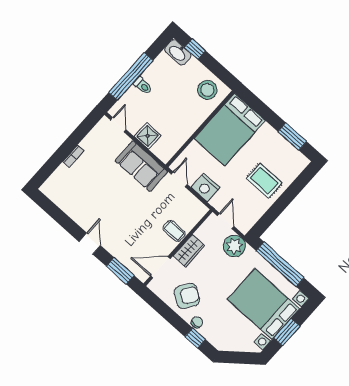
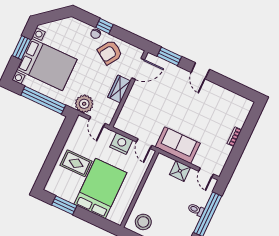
bed: (230, 129) -> (100, 188), moved
coffee table: (174, 231) -> (136, 101), removed
window: (195, 338) -> (104, 26), moved

